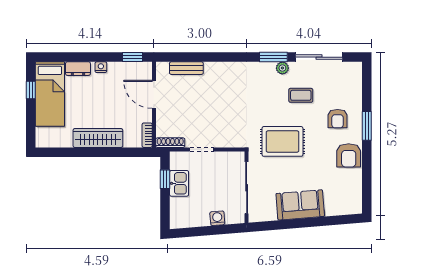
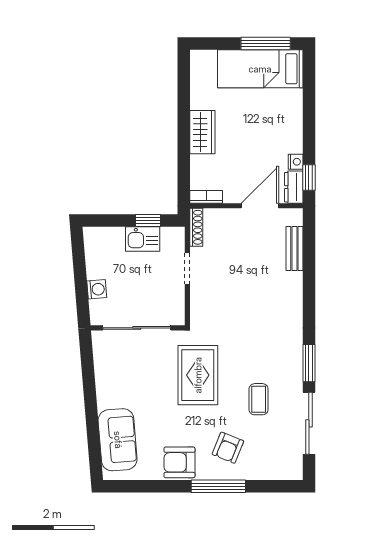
nightstand: (101, 67) -> (296, 162), moved
plant: (282, 68) -> (295, 375), removed
dresser: (78, 69) -> (294, 187), moved
window: (31, 90) -> (266, 43), width x2.17
armchair: (338, 119) -> (228, 448), turned -68
window: (367, 126) -> (218, 486), width x1.44
wardrobe: (98, 138) -> (202, 132), width x0.67
sofa: (300, 205) -> (118, 440), moved

